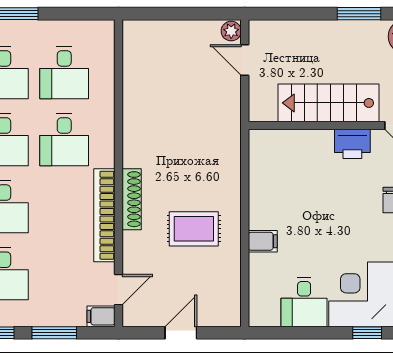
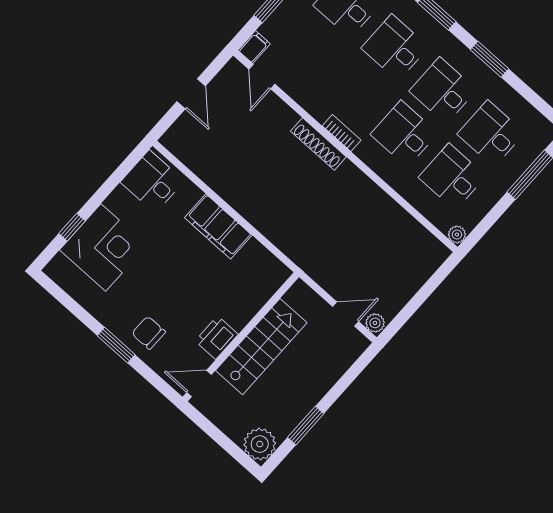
plant: (106, 29) -> (457, 235), added
bookcase: (104, 215) -> (342, 133), width x0.43, depth x0.76
rug: (194, 229) -> (257, 170), removed
filing cabinet: (263, 241) -> (218, 226), width x3.00, depth x1.17
desk: (304, 302) -> (152, 181), moved

